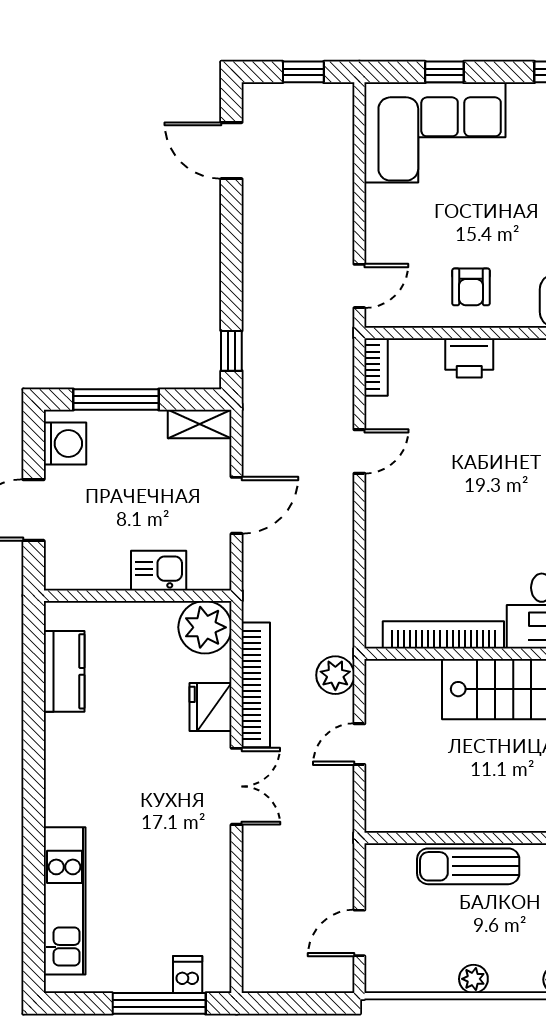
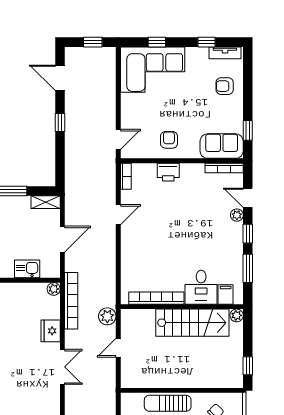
armchair: (471, 287) -> (169, 140), turned 180
window: (231, 351) -> (60, 122), moved
plant: (205, 627) -> (54, 289), width x0.53, depth x0.53
bookcase: (256, 685) -> (71, 301), moved

